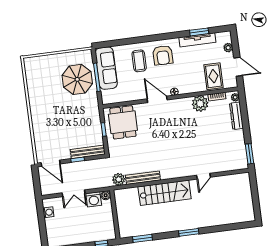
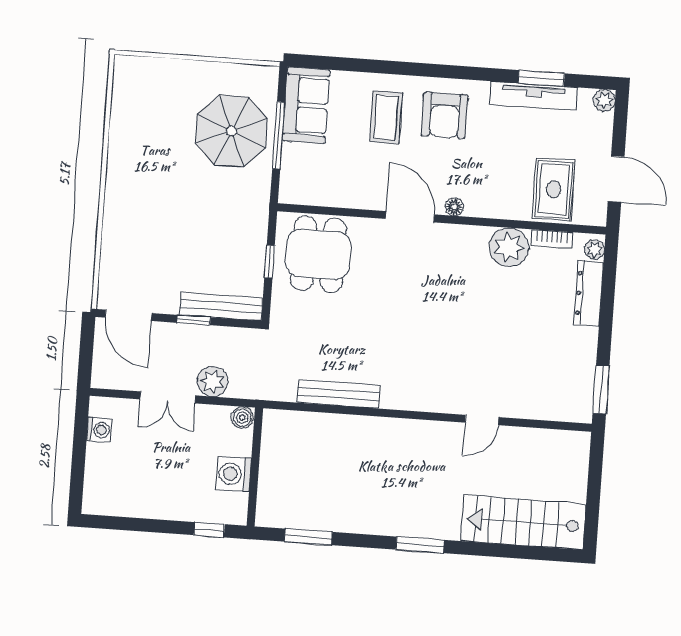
plant: (228, 48) -> (604, 100), moved
sofa: (106, 68) -> (306, 105), width x0.73
plant: (119, 179) -> (212, 381), moved
stairs: (165, 193) -> (523, 522), moved, turned 180
washing machine: (94, 199) -> (234, 474), moved, turned 90

